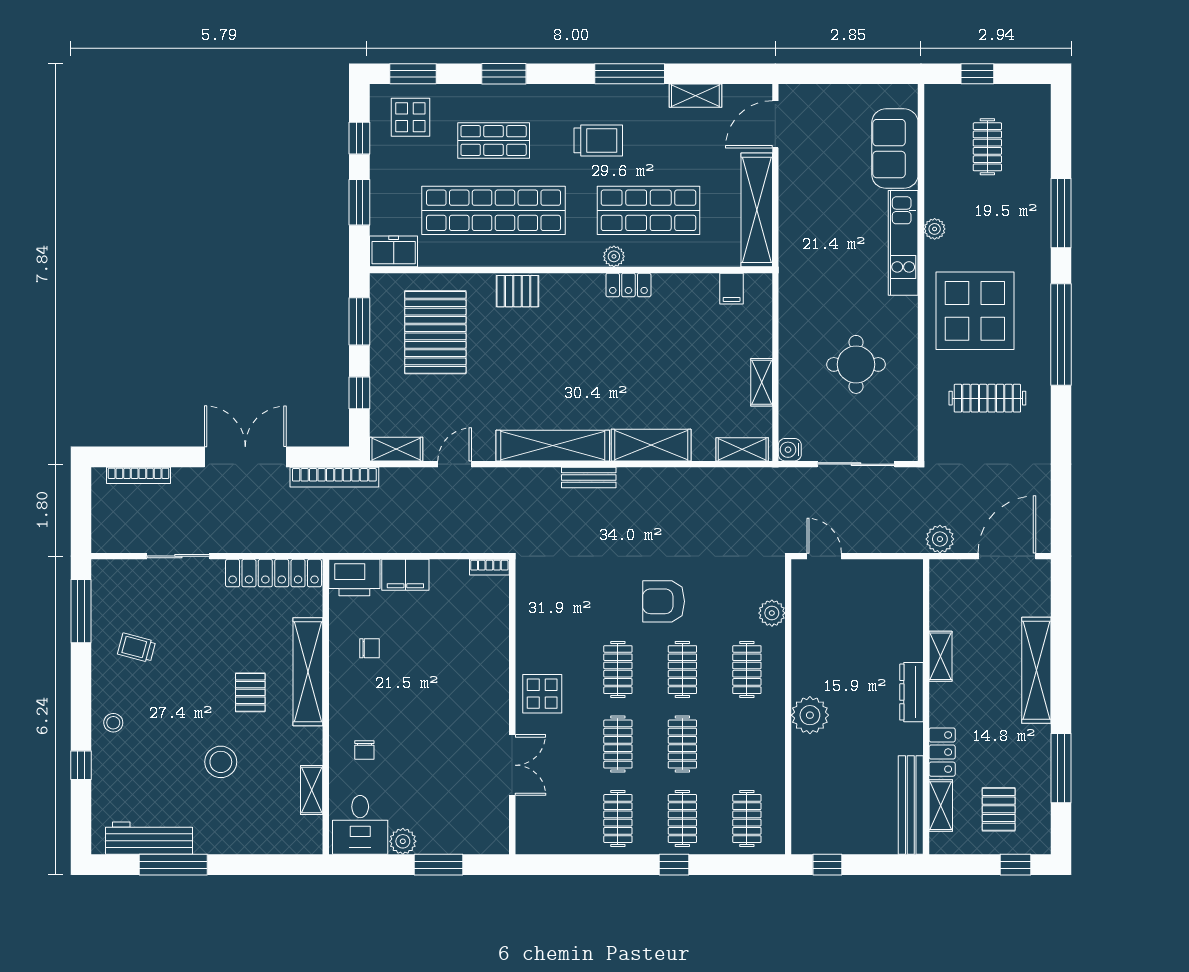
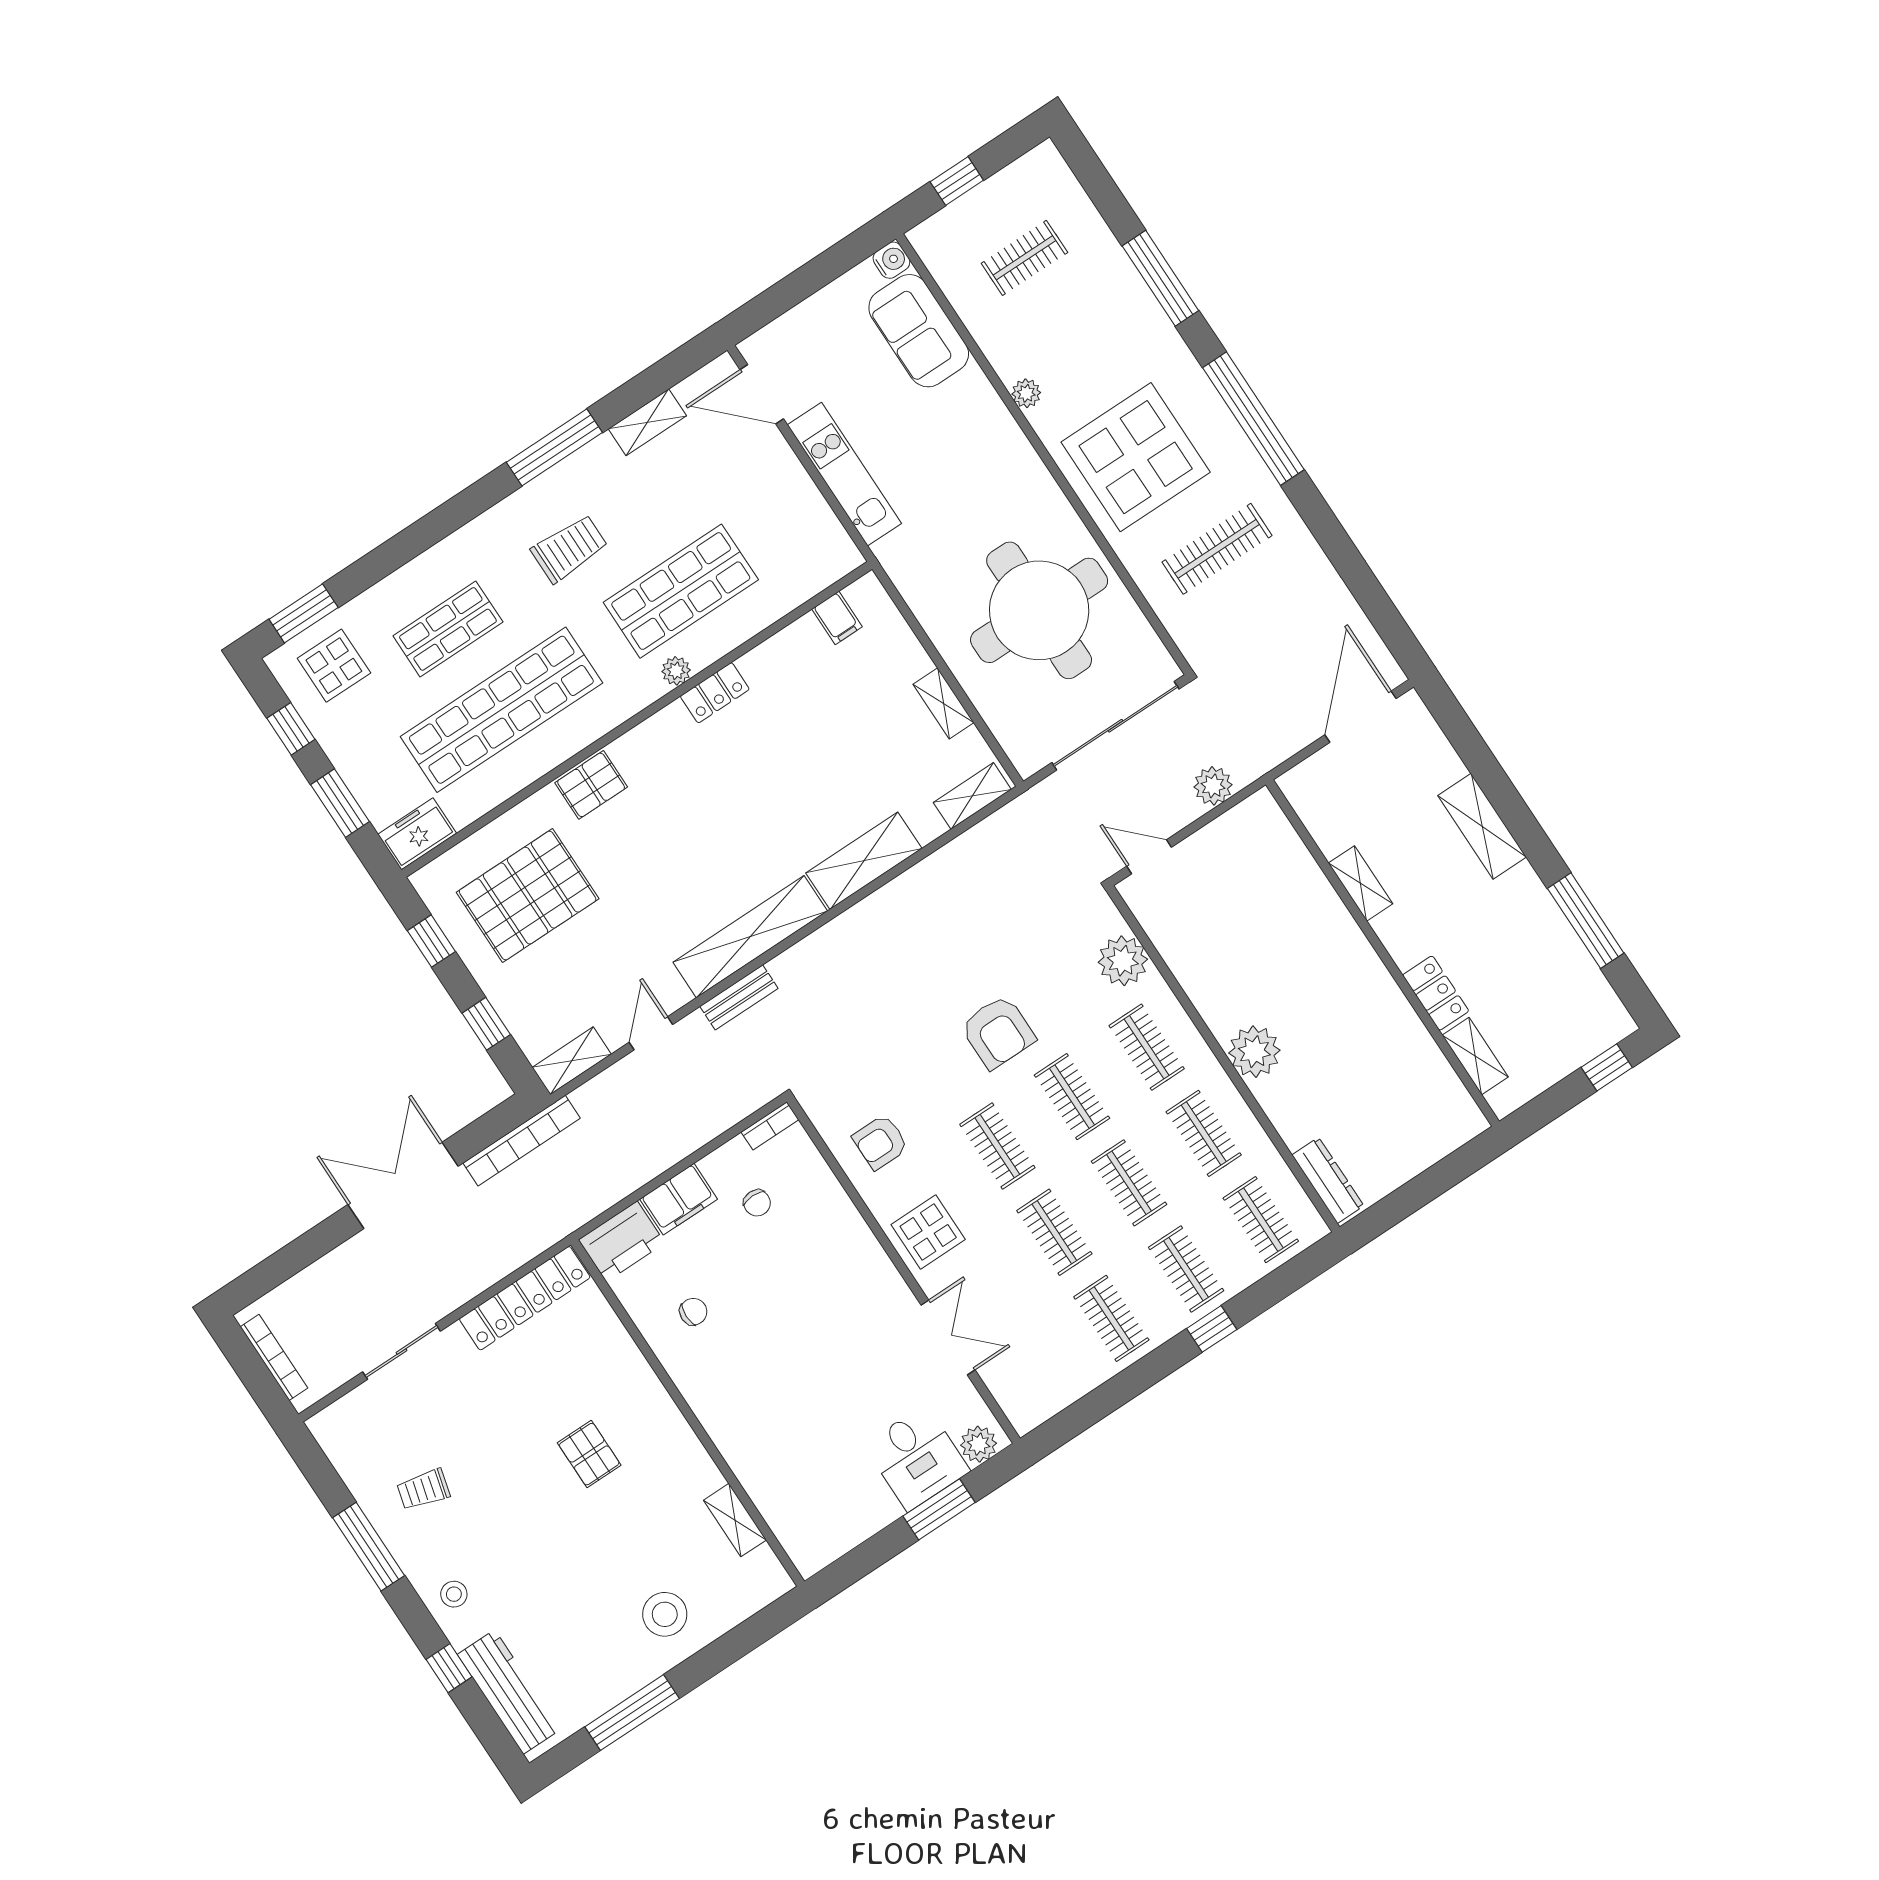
window: (504, 74) -> (409, 544), removed
door: (775, 124) -> (762, 394), hinge flipped
clothes rail: (987, 147) -> (1024, 258), turned 90
shelving: (757, 210) -> (806, 507), removed
kitchen unit: (903, 243) -> (844, 474), moved, turned 180
window: (359, 321) -> (431, 941), width x0.67
pallet: (435, 332) -> (528, 896), turned 90
round table: (856, 364) -> (1039, 610), width x1.86, depth x1.86
water cooler: (790, 450) -> (891, 260), moved, turned 180
sliding door: (856, 464) -> (1115, 726), width x1.36
bookcase: (138, 475) -> (274, 1357), moved, turned -90
bench: (589, 478) -> (739, 997), moved
plant: (940, 539) -> (1213, 786), moved
armchair: (664, 601) -> (998, 1032), turned -90
window: (81, 611) -> (369, 1547), moved
plant: (772, 613) -> (1123, 961), width x1.36, depth x1.36
armchair: (549, 621) -> (880, 1142), added
shelving: (1036, 670) -> (1482, 826), width x0.68
shelving: (308, 672) -> (640, 1386), removed
dresser: (911, 692) -> (1328, 1180), moved, turned 180
clothes rail: (747, 744) -> (1204, 1133), added
chair: (364, 750) -> (757, 1203), moved
stool: (221, 762) -> (665, 1614), moved
bench: (911, 805) -> (1440, 1079), removed
pallet: (999, 809) -> (1545, 1016), removed
desk: (360, 825) -> (917, 1458), moved
workbench: (149, 838) -> (509, 1692), moved, turned 90
plant: (403, 841) -> (979, 1444), moved
window: (827, 865) -> (1389, 1211), removed

